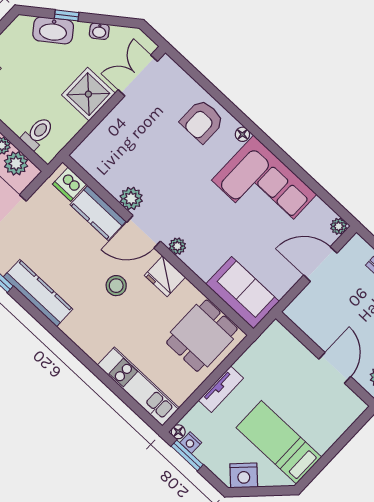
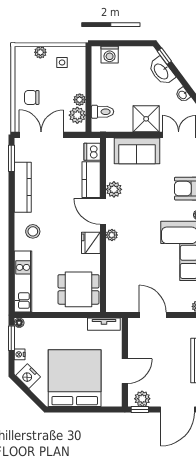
window: (67, 15) -> (164, 56), moved
door: (320, 264) -> (153, 315), moved
stool: (116, 286) -> (33, 231), moved
sofa: (242, 293) -> (137, 151), moved, turned 90
tv unit: (221, 389) -> (104, 324), moved
bed: (279, 442) -> (75, 378), width x2.04
nightstand: (191, 443) -> (20, 354), moved

